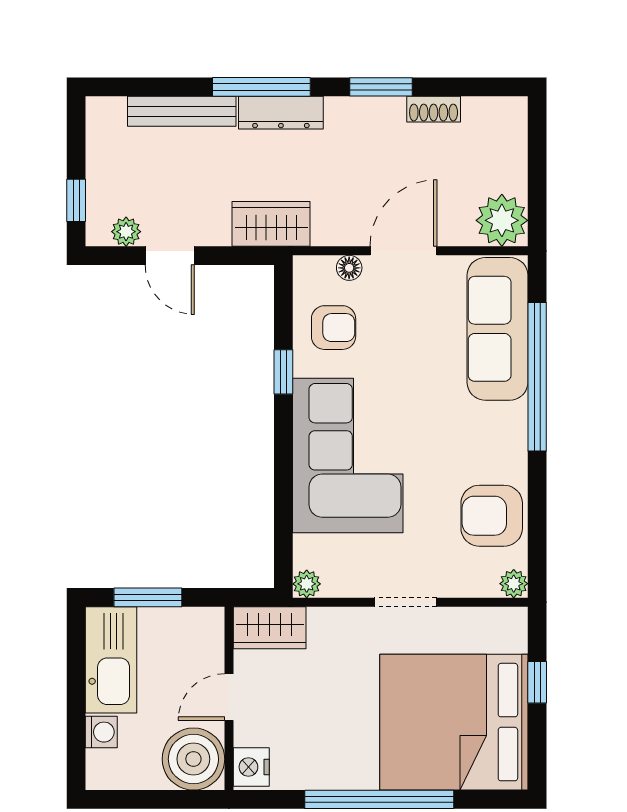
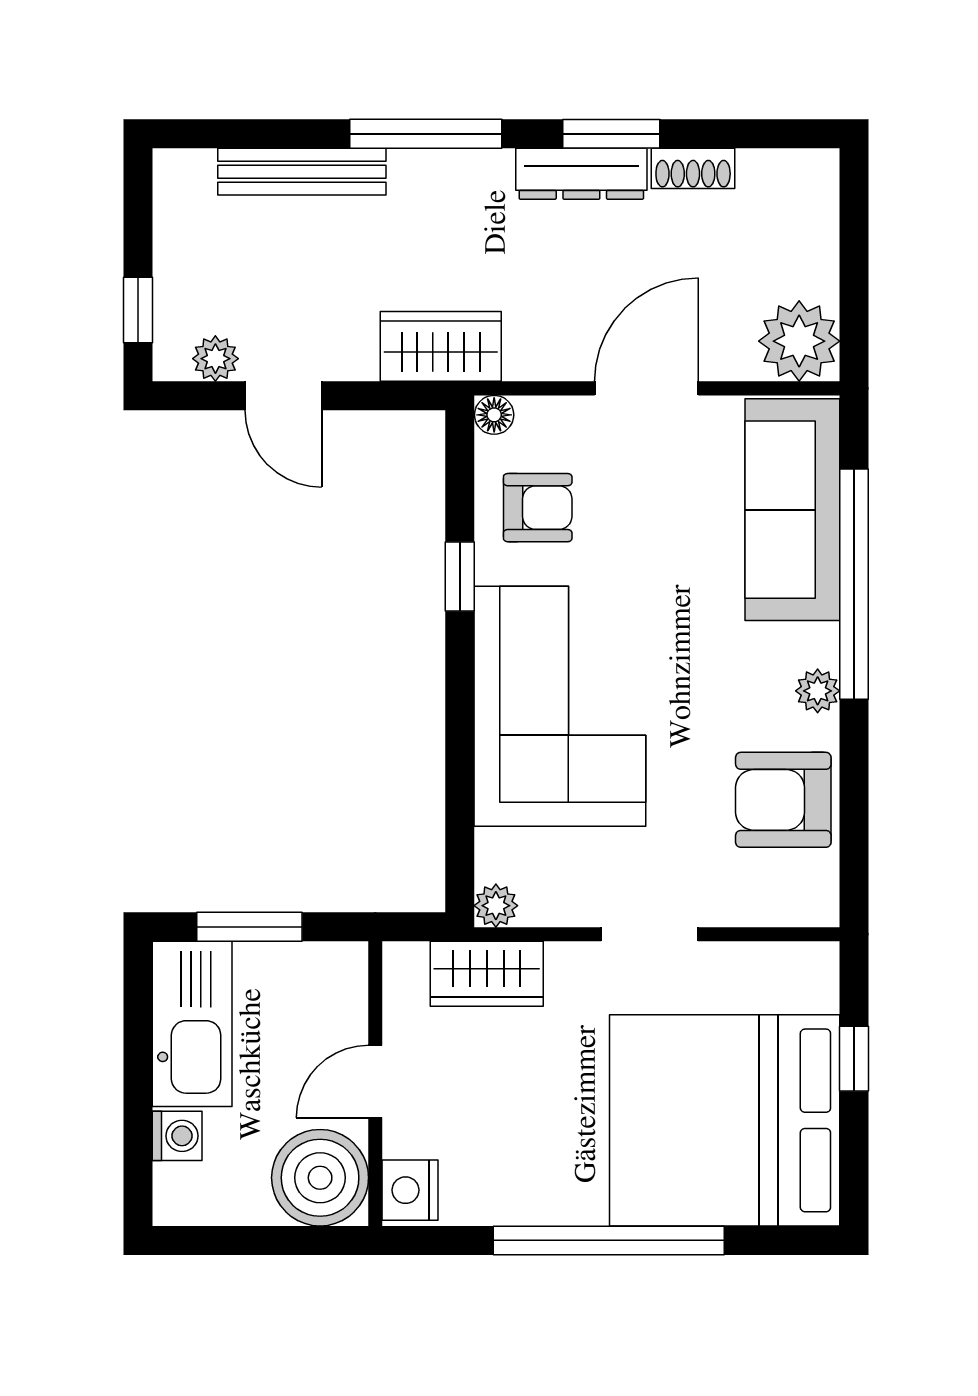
dresser: (281, 113) -> (581, 174), moved
floor lamp: (349, 268) -> (494, 415), moved
plant: (514, 584) -> (818, 691), moved
wardrobe: (270, 628) -> (487, 974), moved

